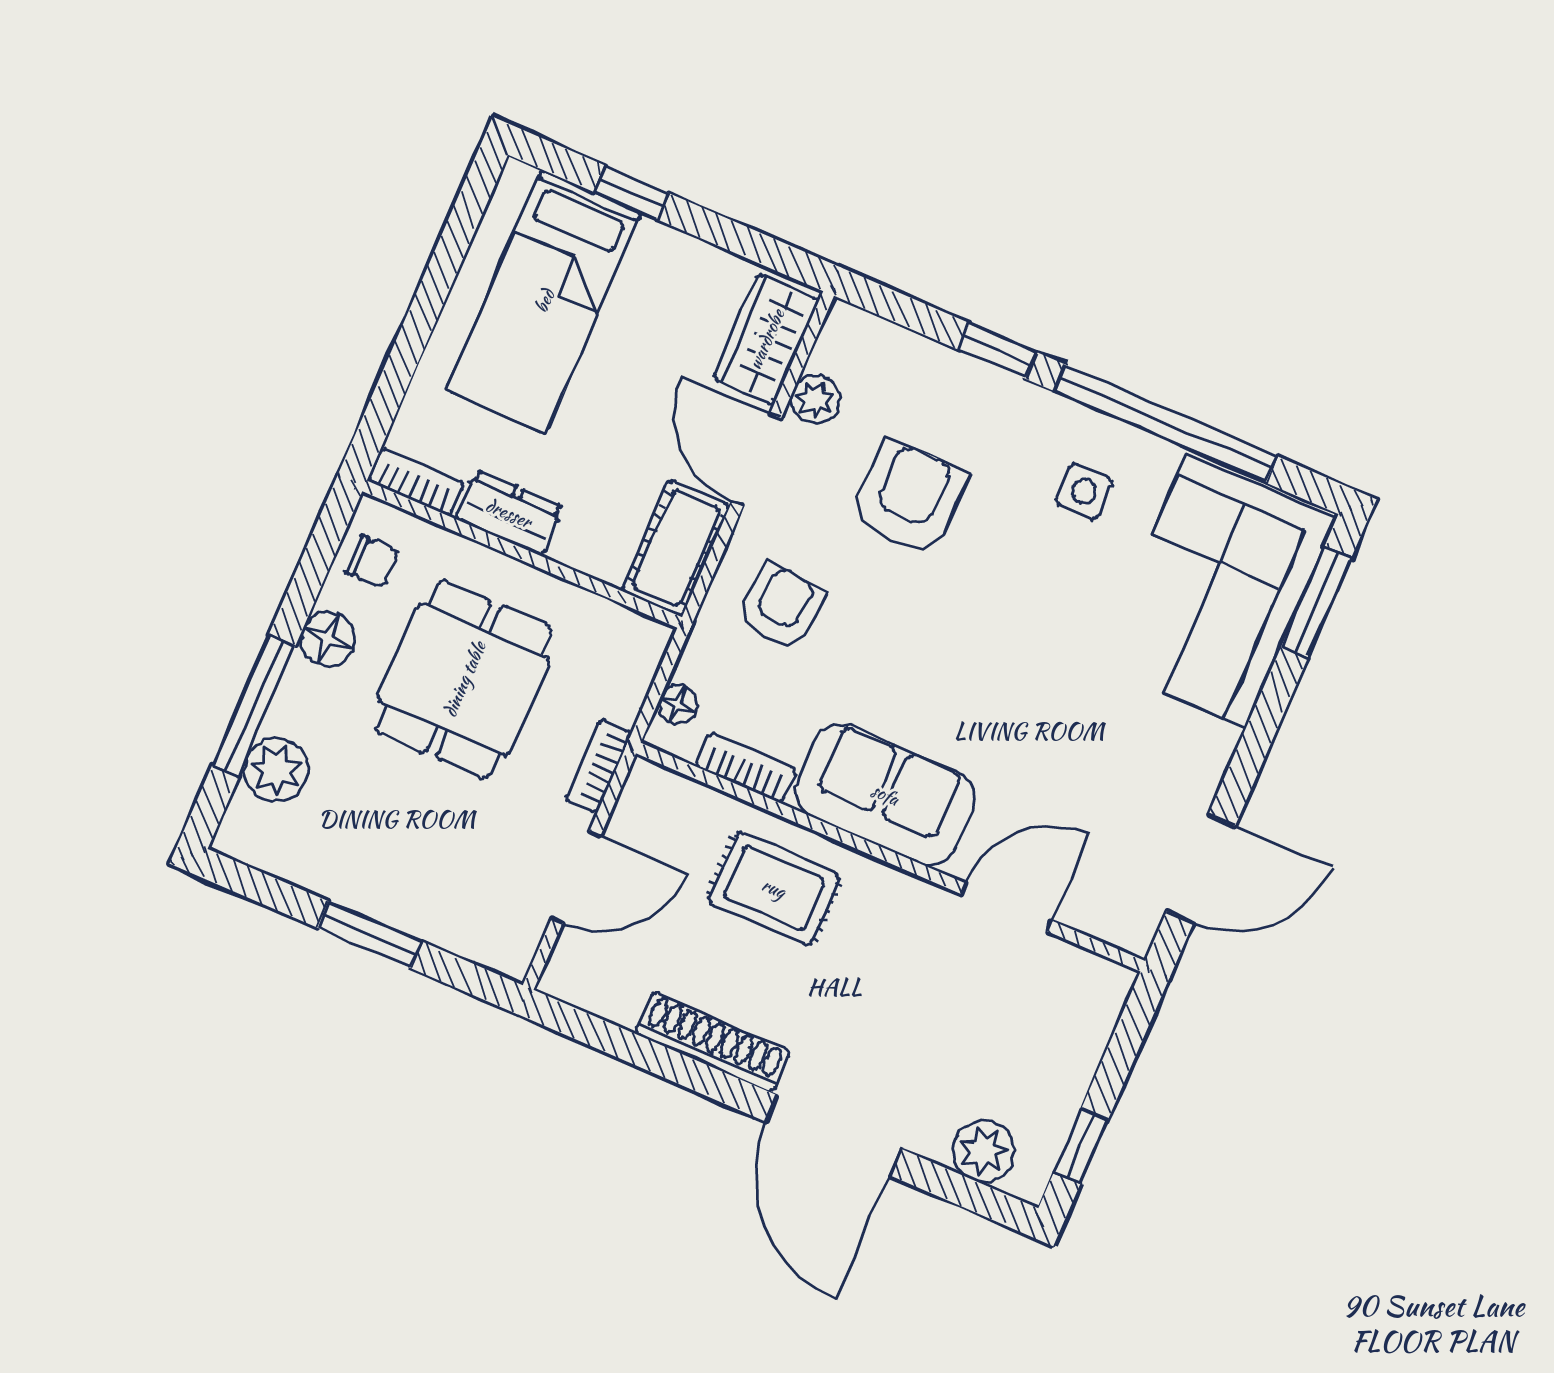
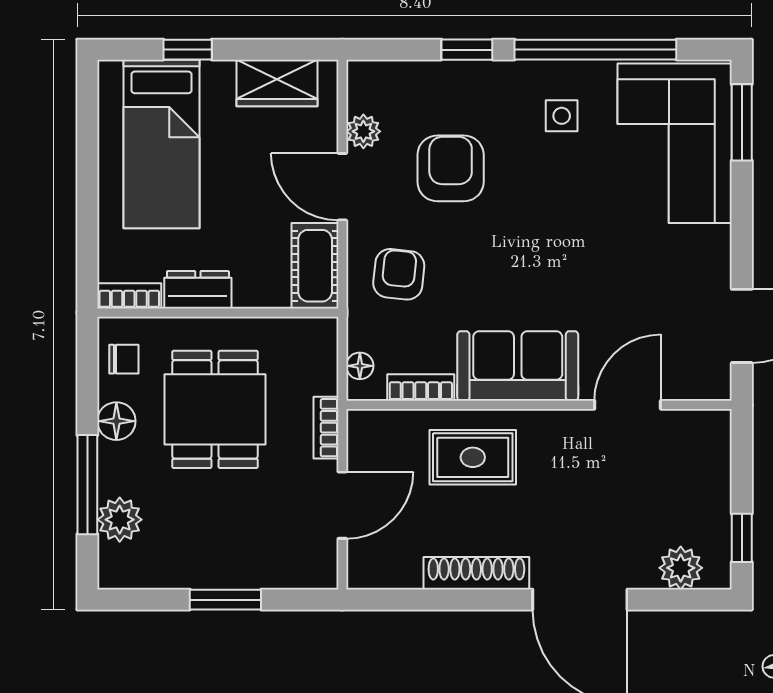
wardrobe: (766, 339) -> (277, 83), moved, turned -90

